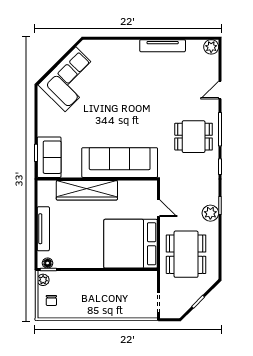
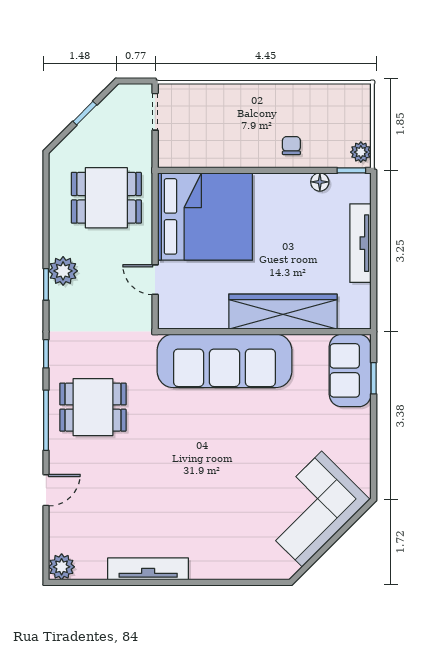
dining table: (186, 254) -> (106, 198), width x0.73
floor lamp: (48, 263) -> (320, 182), moved
chair: (51, 301) -> (291, 146), moved

